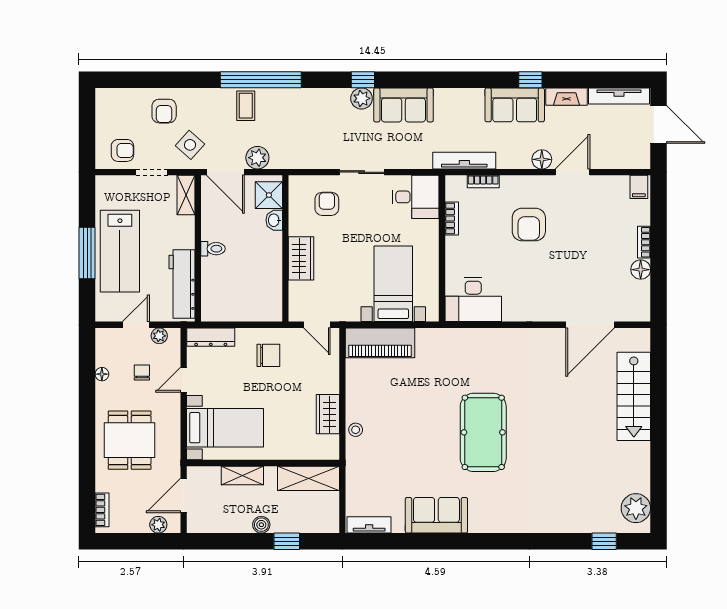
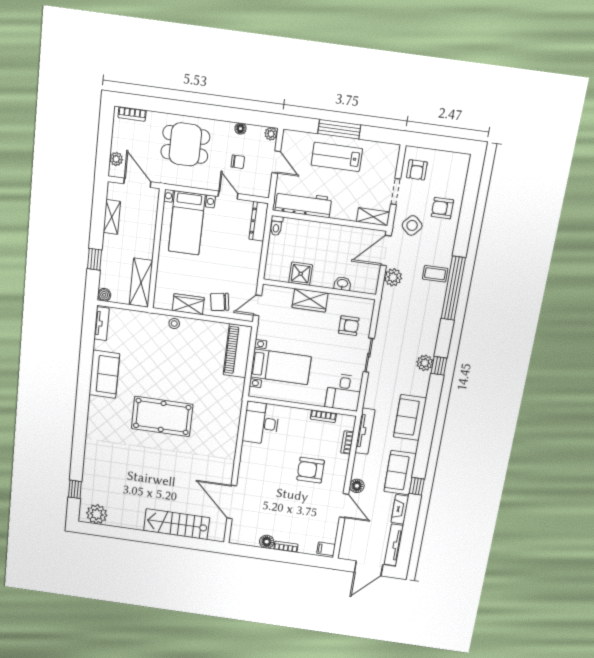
sofa: (403, 105) -> (410, 418), moved
shower: (269, 195) -> (301, 274), moved
toilet: (213, 249) -> (276, 226), moved
lab bench: (120, 251) -> (337, 157), width x0.73, depth x0.72
plant: (159, 336) -> (271, 134), moved
chair: (268, 355) -> (220, 302), moved, turned 81
shelving: (242, 476) -> (112, 217), moved
boiler: (261, 525) -> (104, 295), moved

